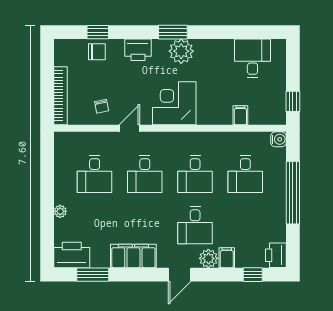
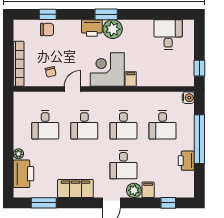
printer: (138, 50) -> (92, 28), moved
filing cabinet: (240, 115) -> (131, 79), moved
printer: (72, 255) -> (23, 174), moved, turned 90
printer: (276, 255) -> (186, 161), moved

